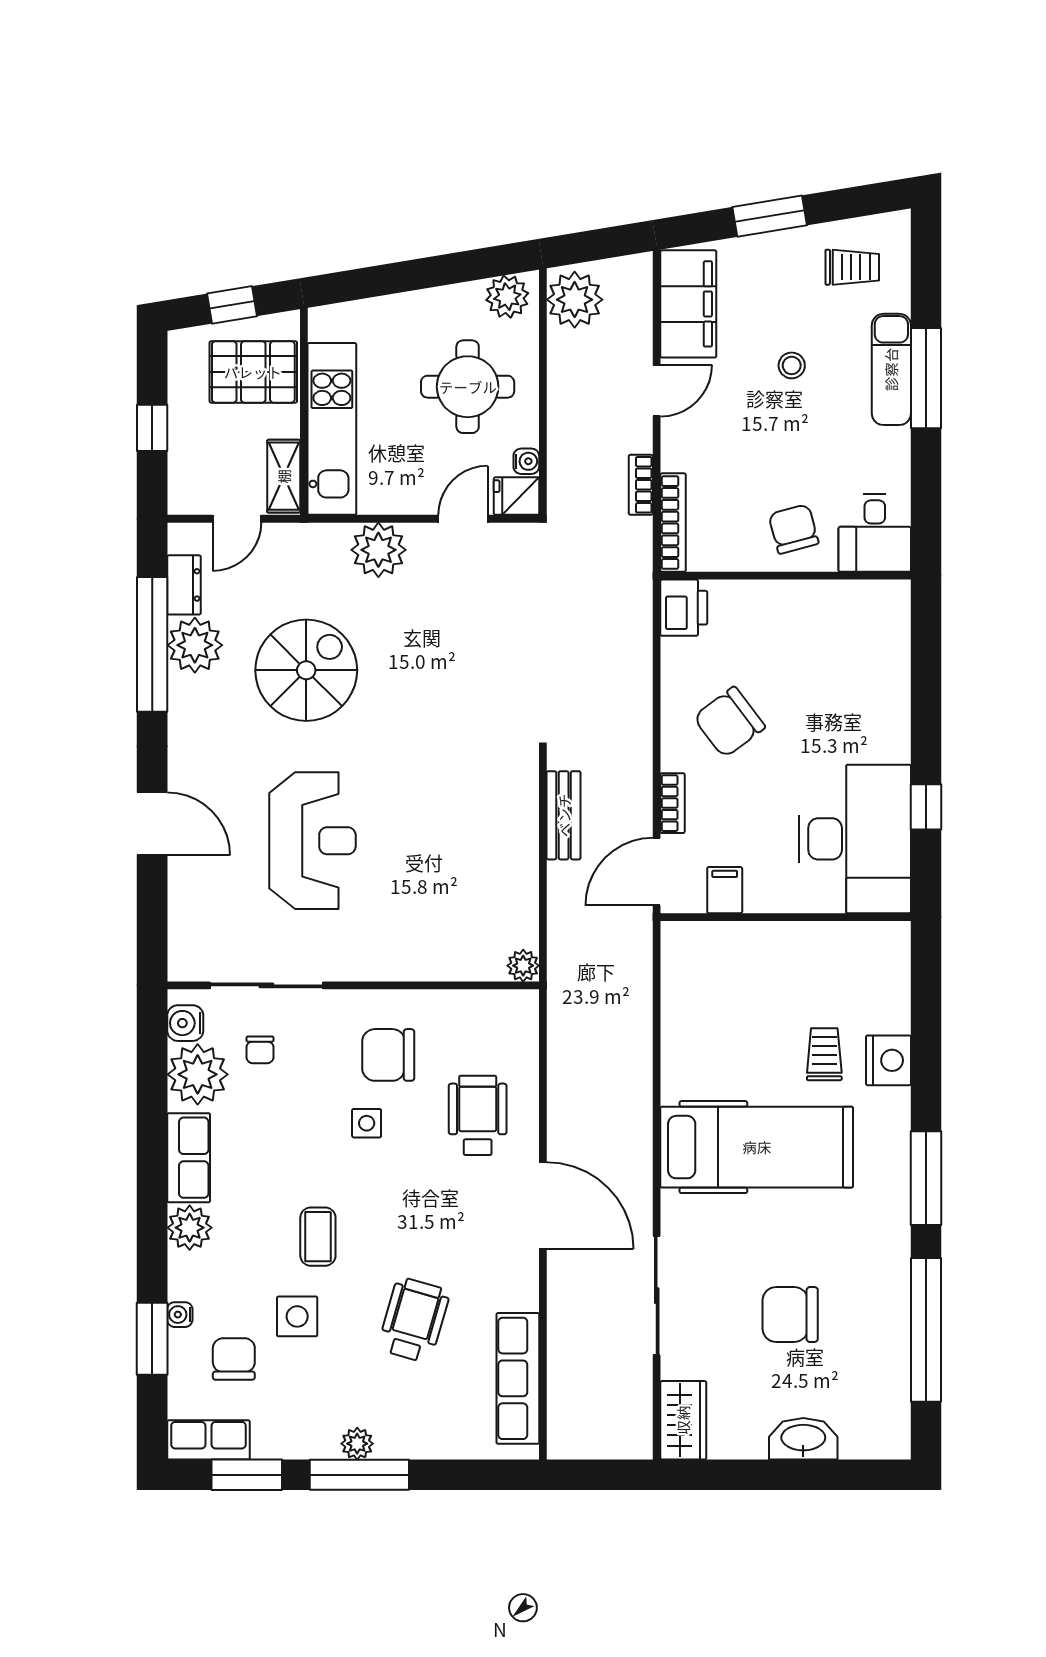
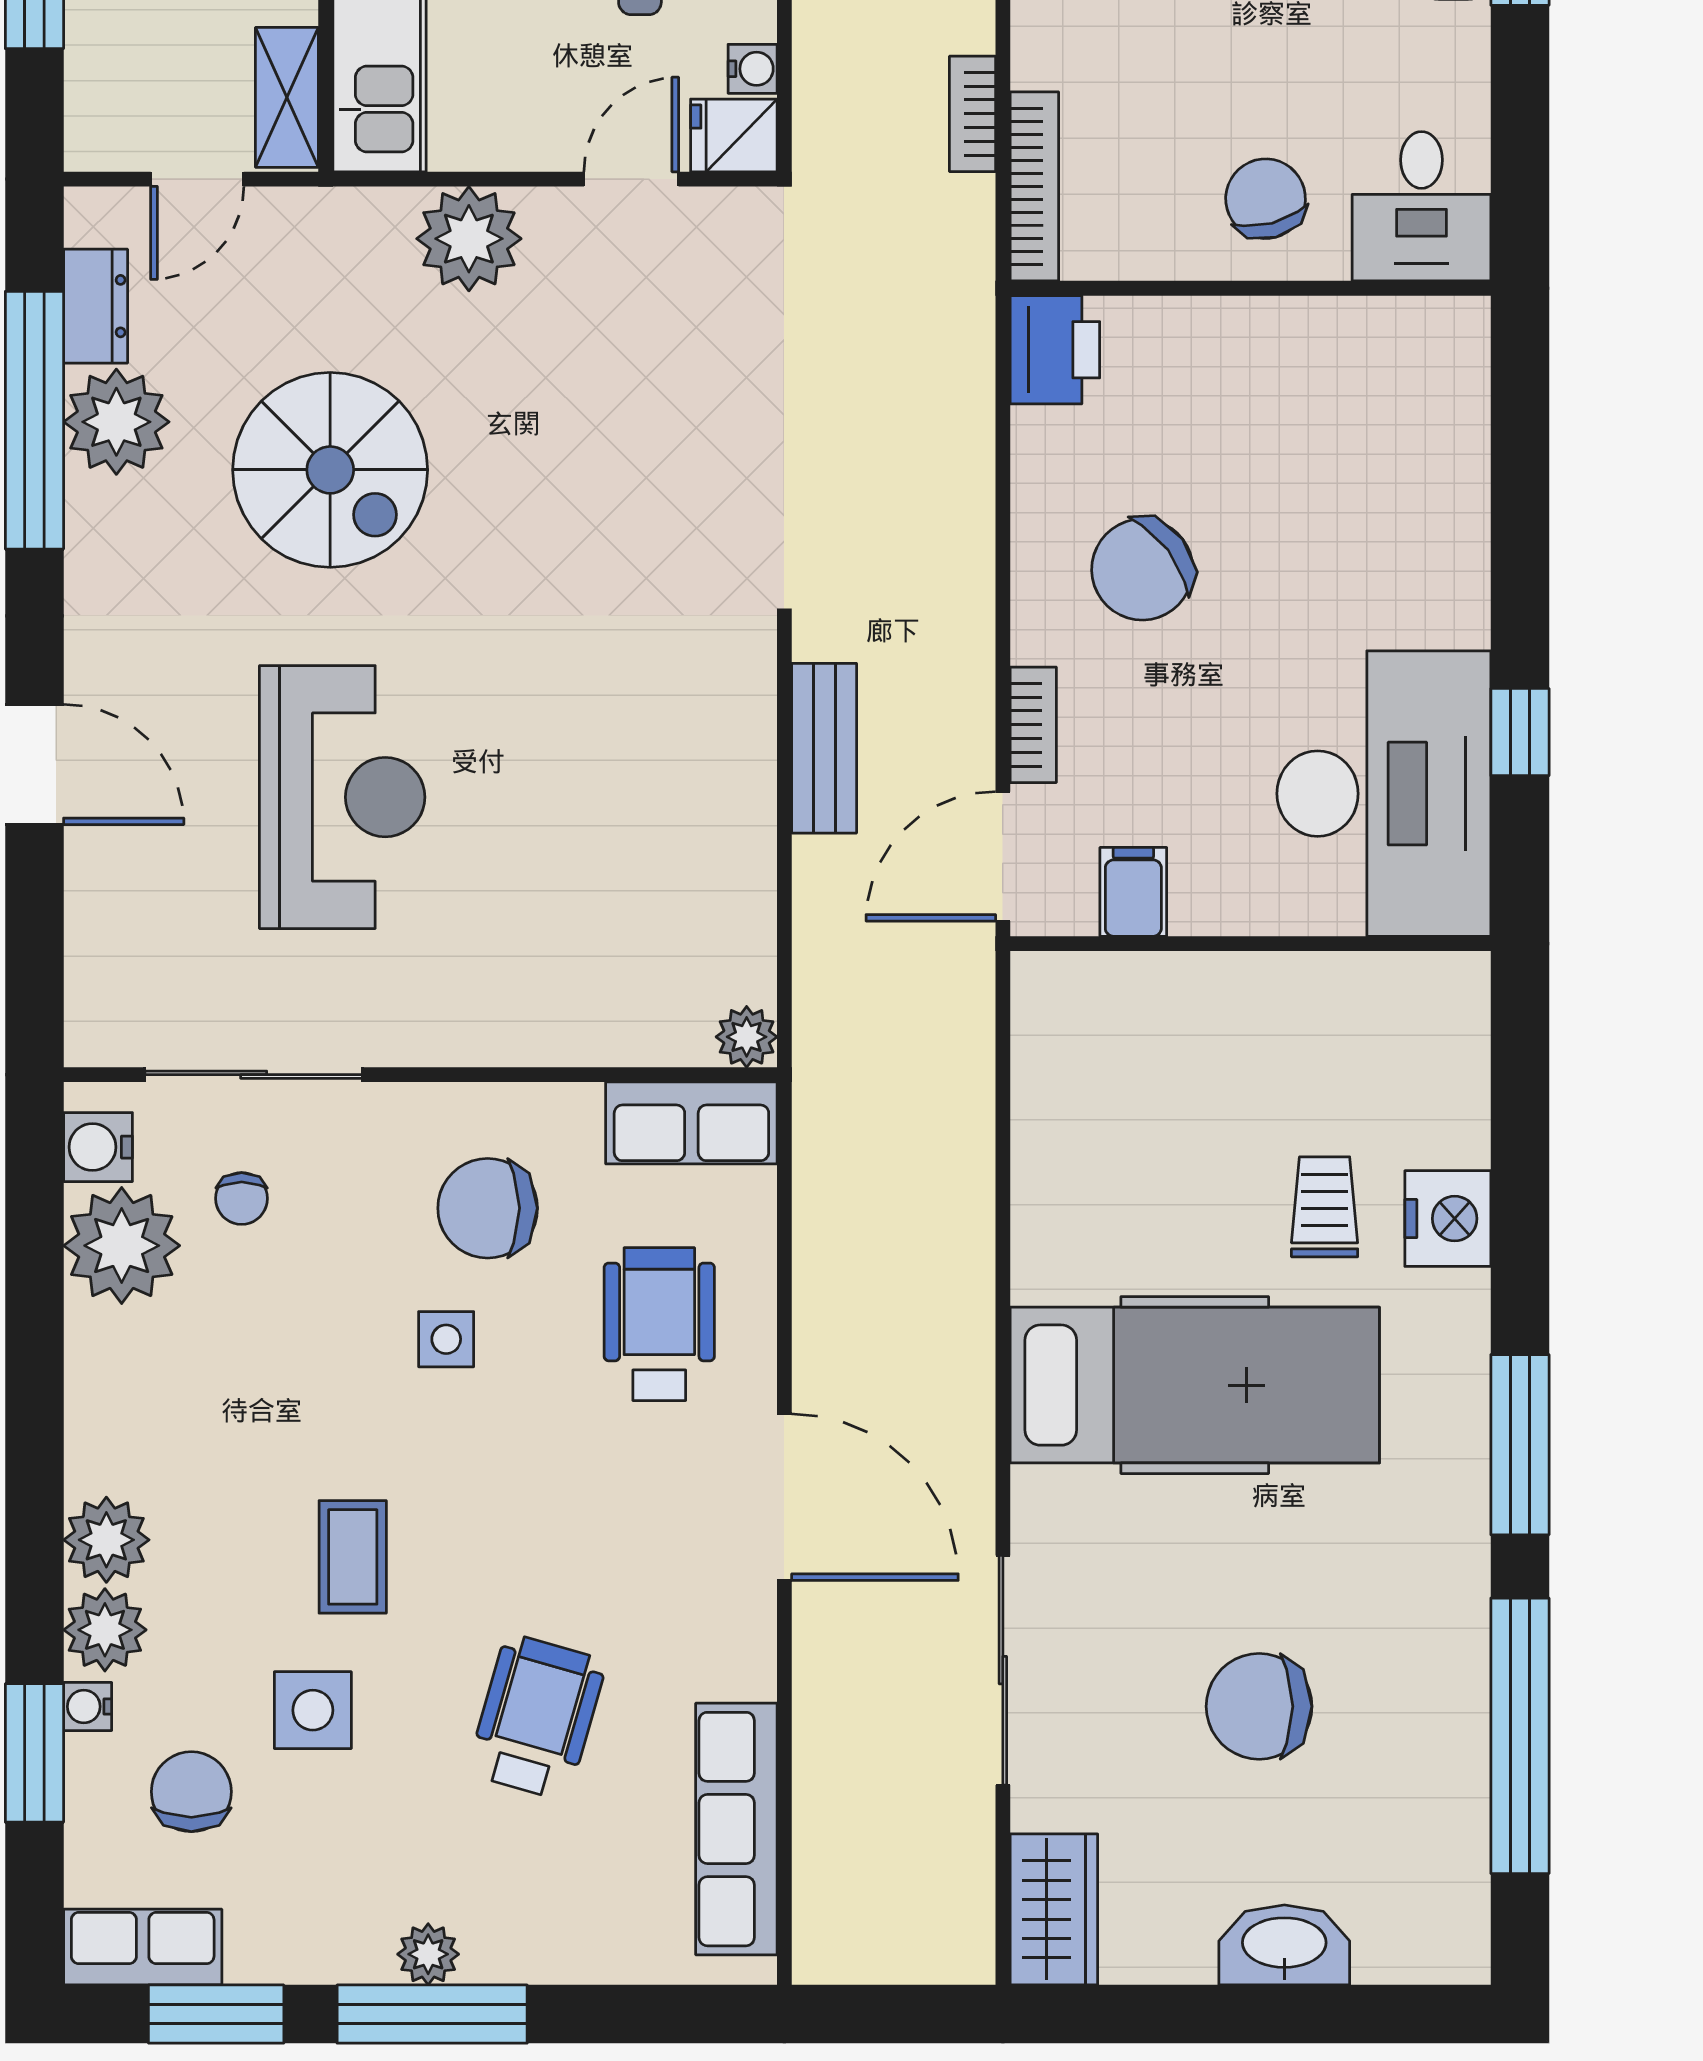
spiral stairs: (306, 670) -> (330, 470), turned 90
row of seats: (189, 1158) -> (691, 1123), moved, turned 90
plant: (189, 1275) -> (105, 1630), added

